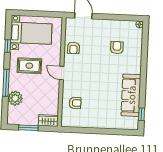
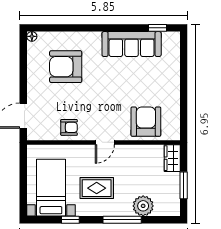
armchair: (117, 48) -> (66, 67), width x1.88, depth x1.88
rug: (29, 66) -> (97, 188), turned 90
armchair: (75, 103) -> (146, 122), width x1.88, depth x1.88

